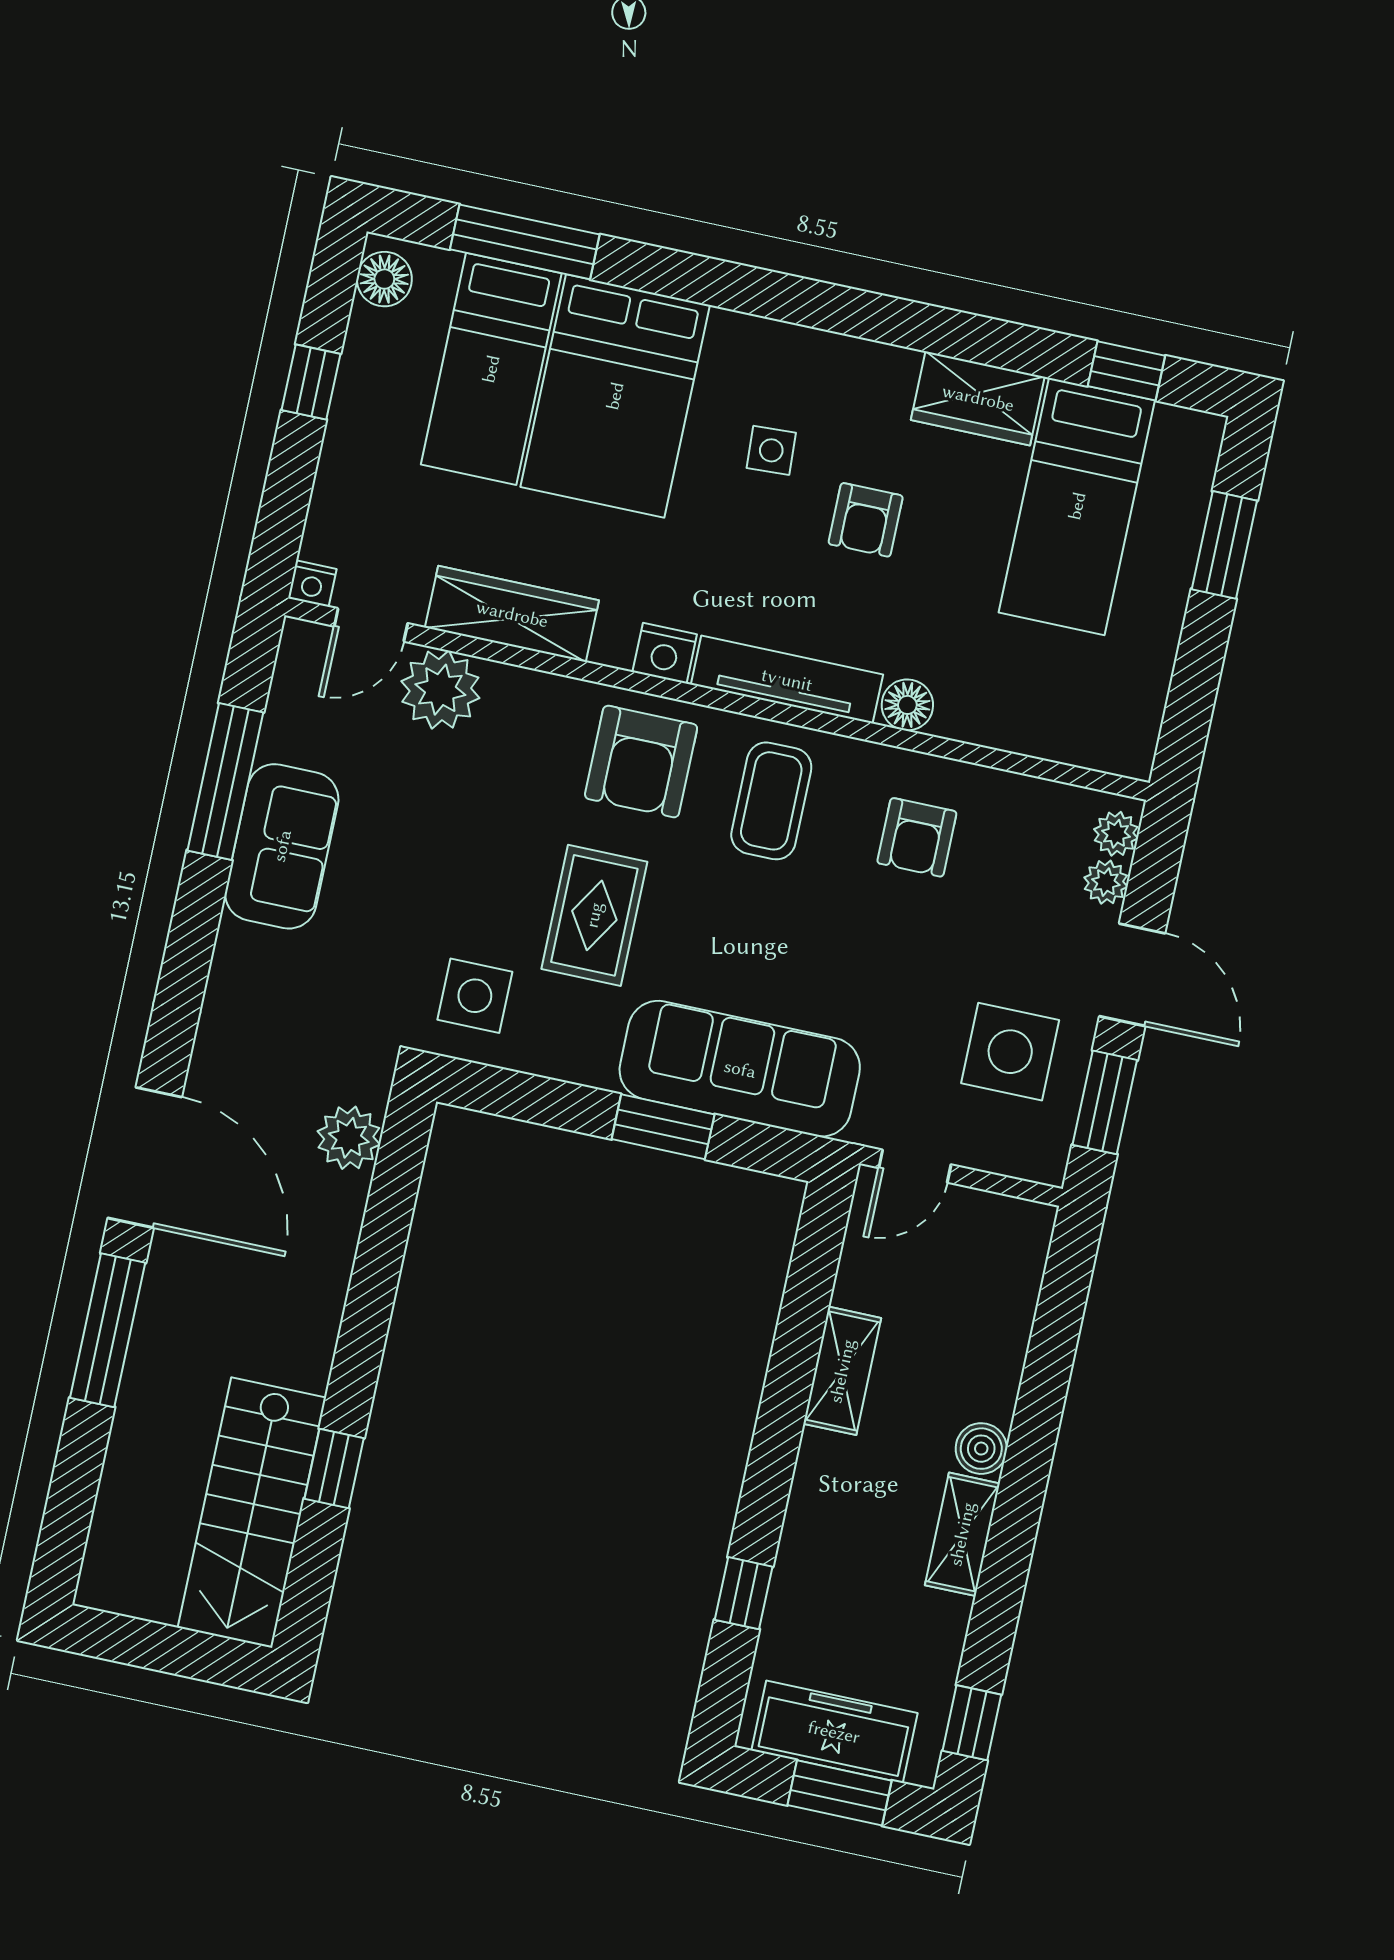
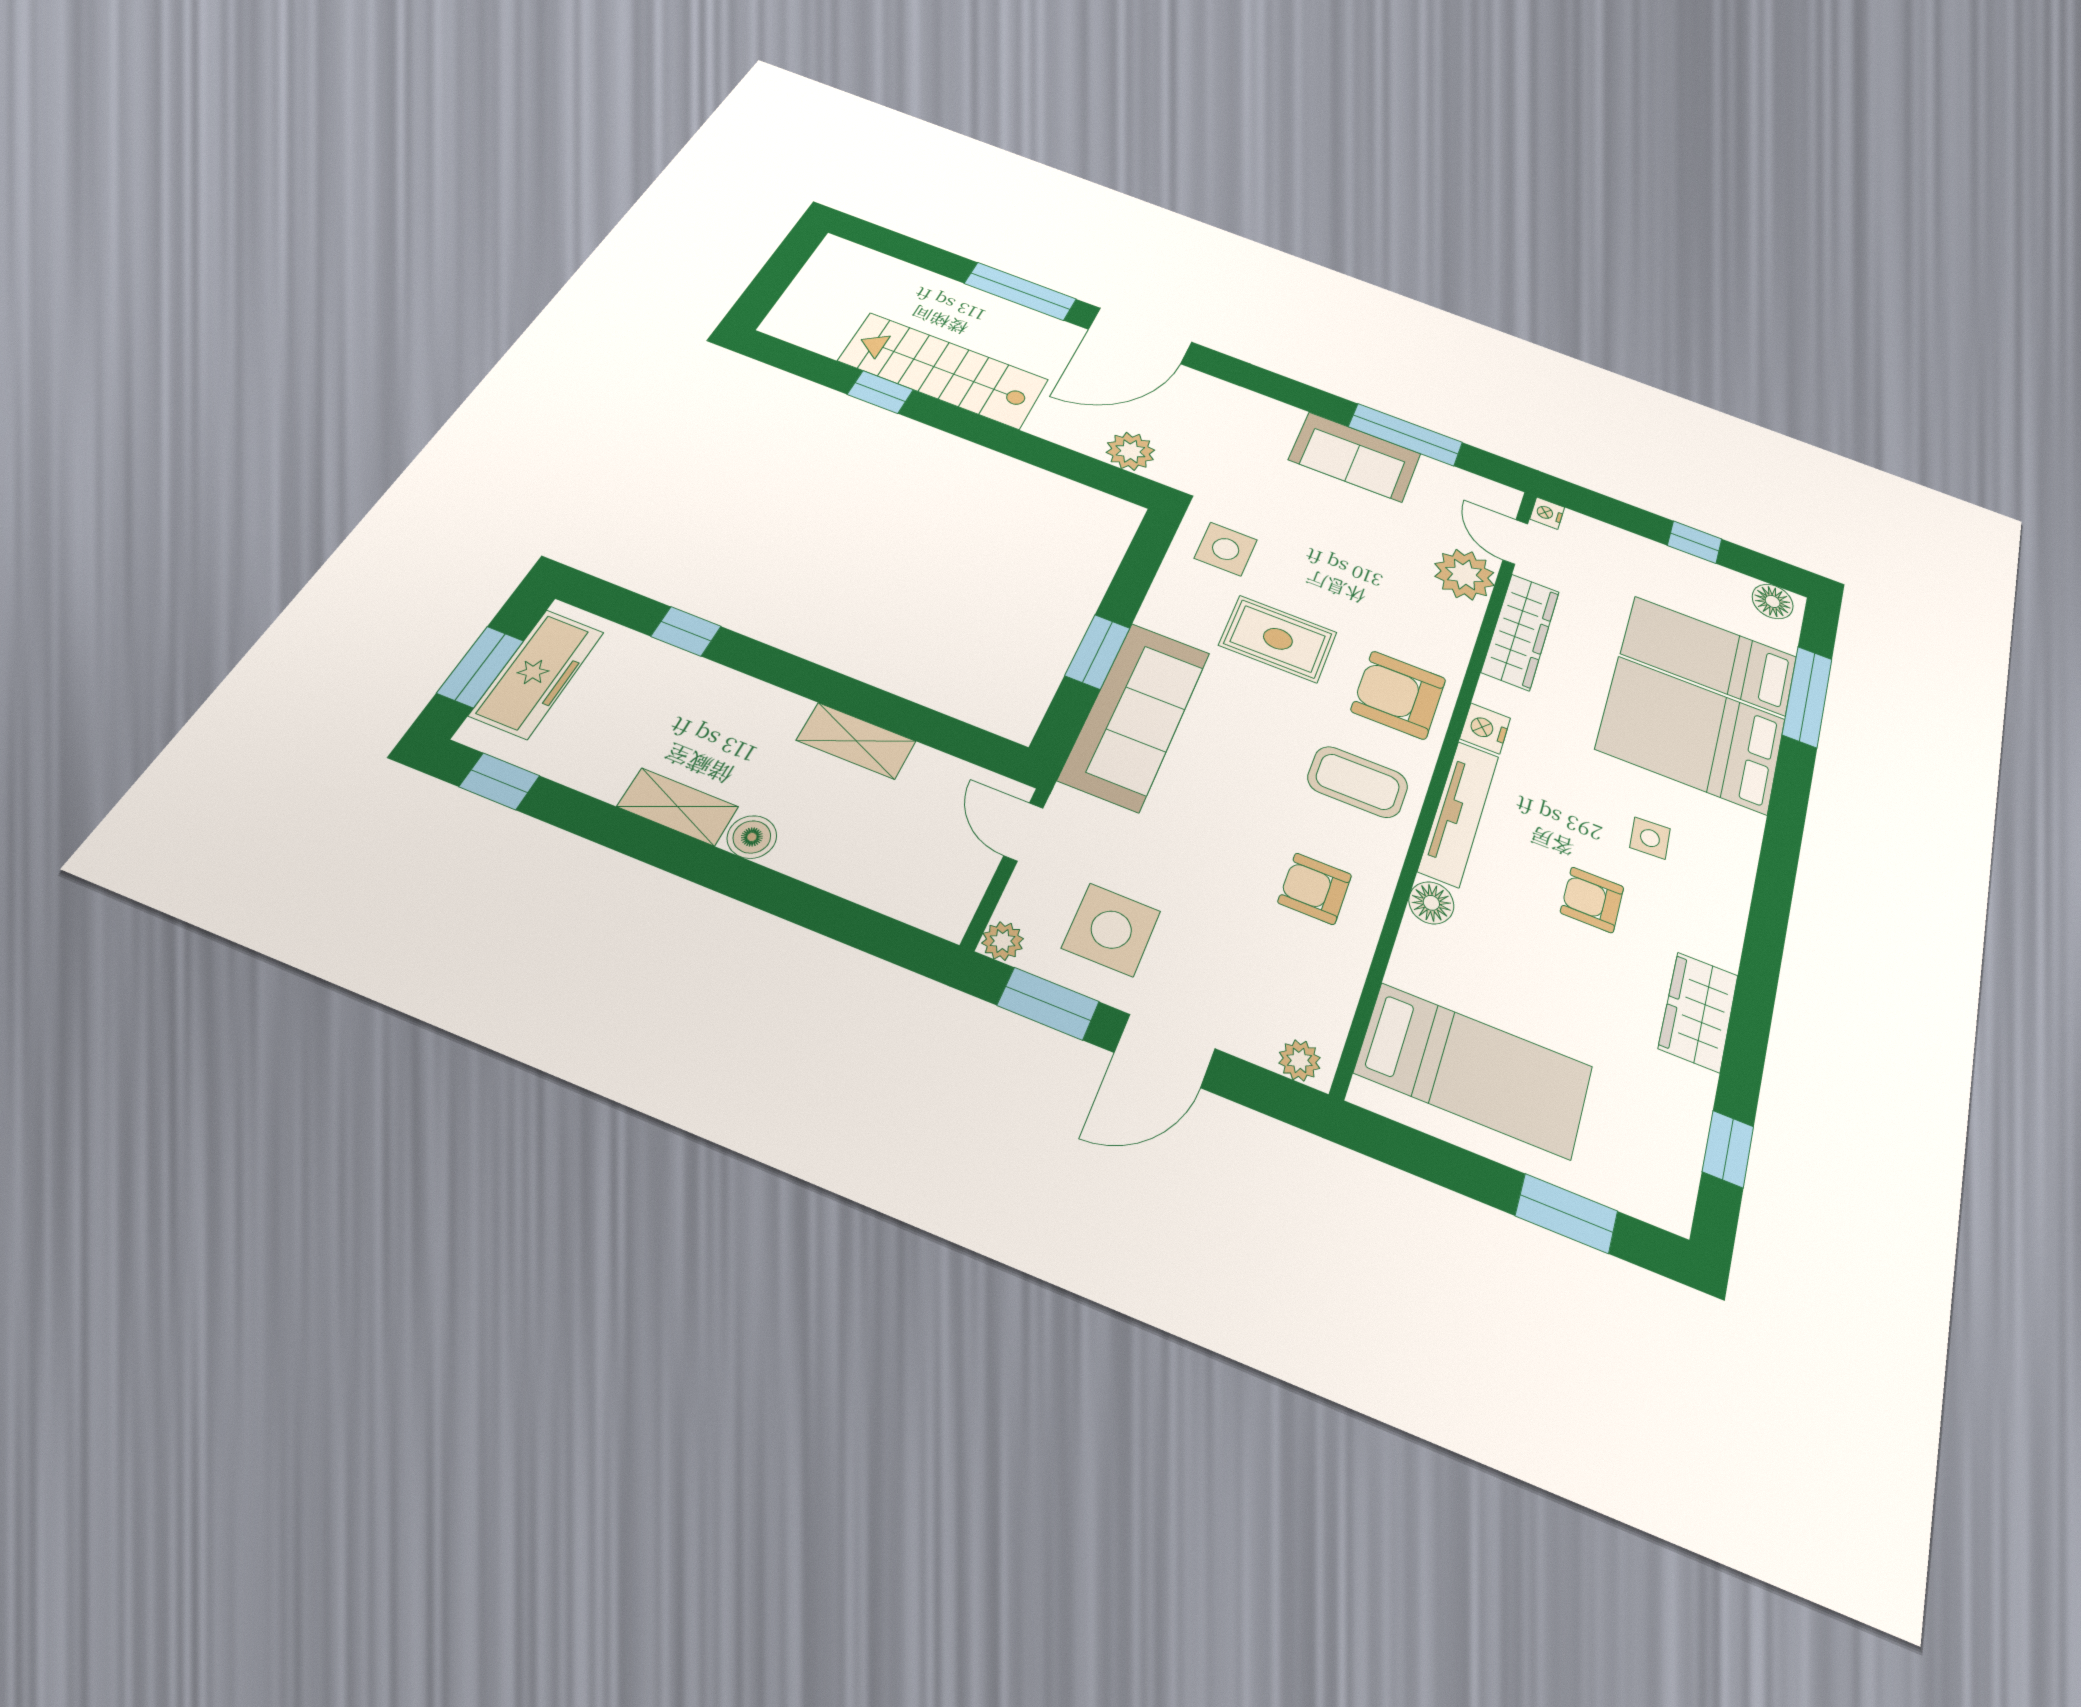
bed: (1077, 506) -> (1474, 1070), moved, turned 180
plant: (1106, 882) -> (1003, 941), moved
stairs: (252, 1513) -> (944, 370), moved

